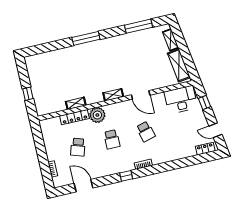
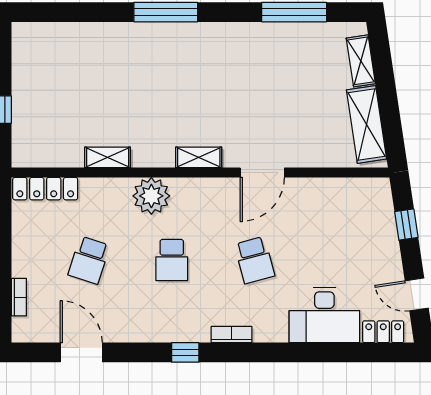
door: (141, 95) -> (262, 173), hinge flipped
desk: (181, 100) -> (324, 315), moved, turned 180
locker: (74, 117) -> (45, 189), moved

